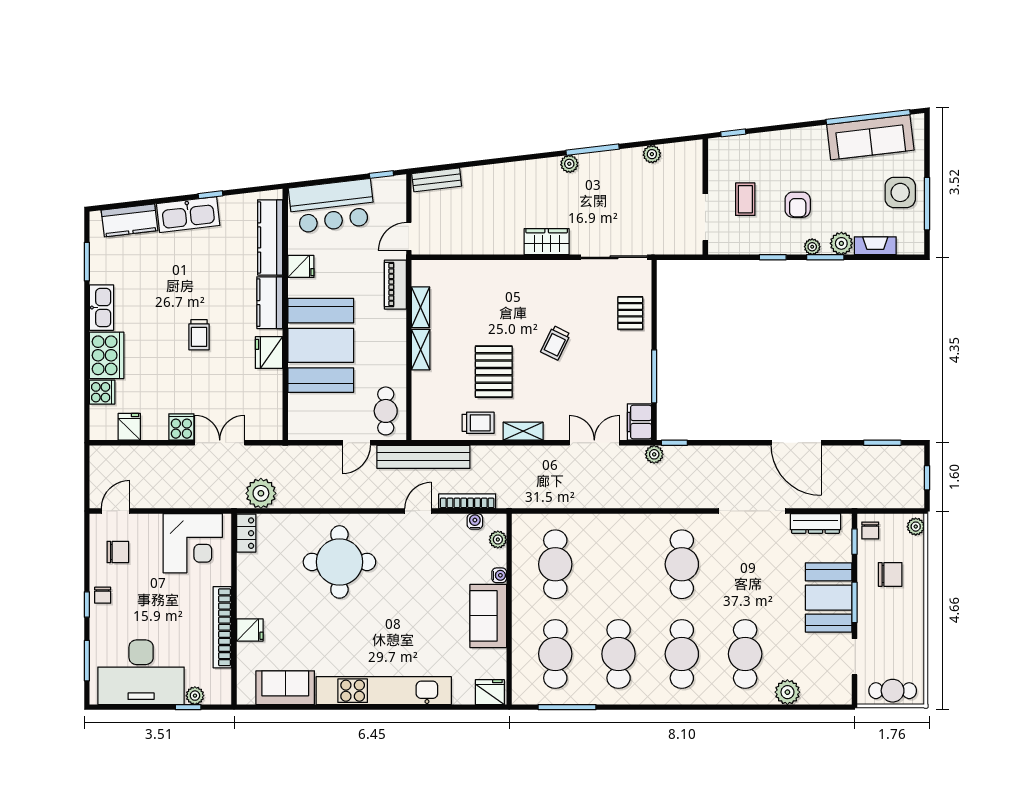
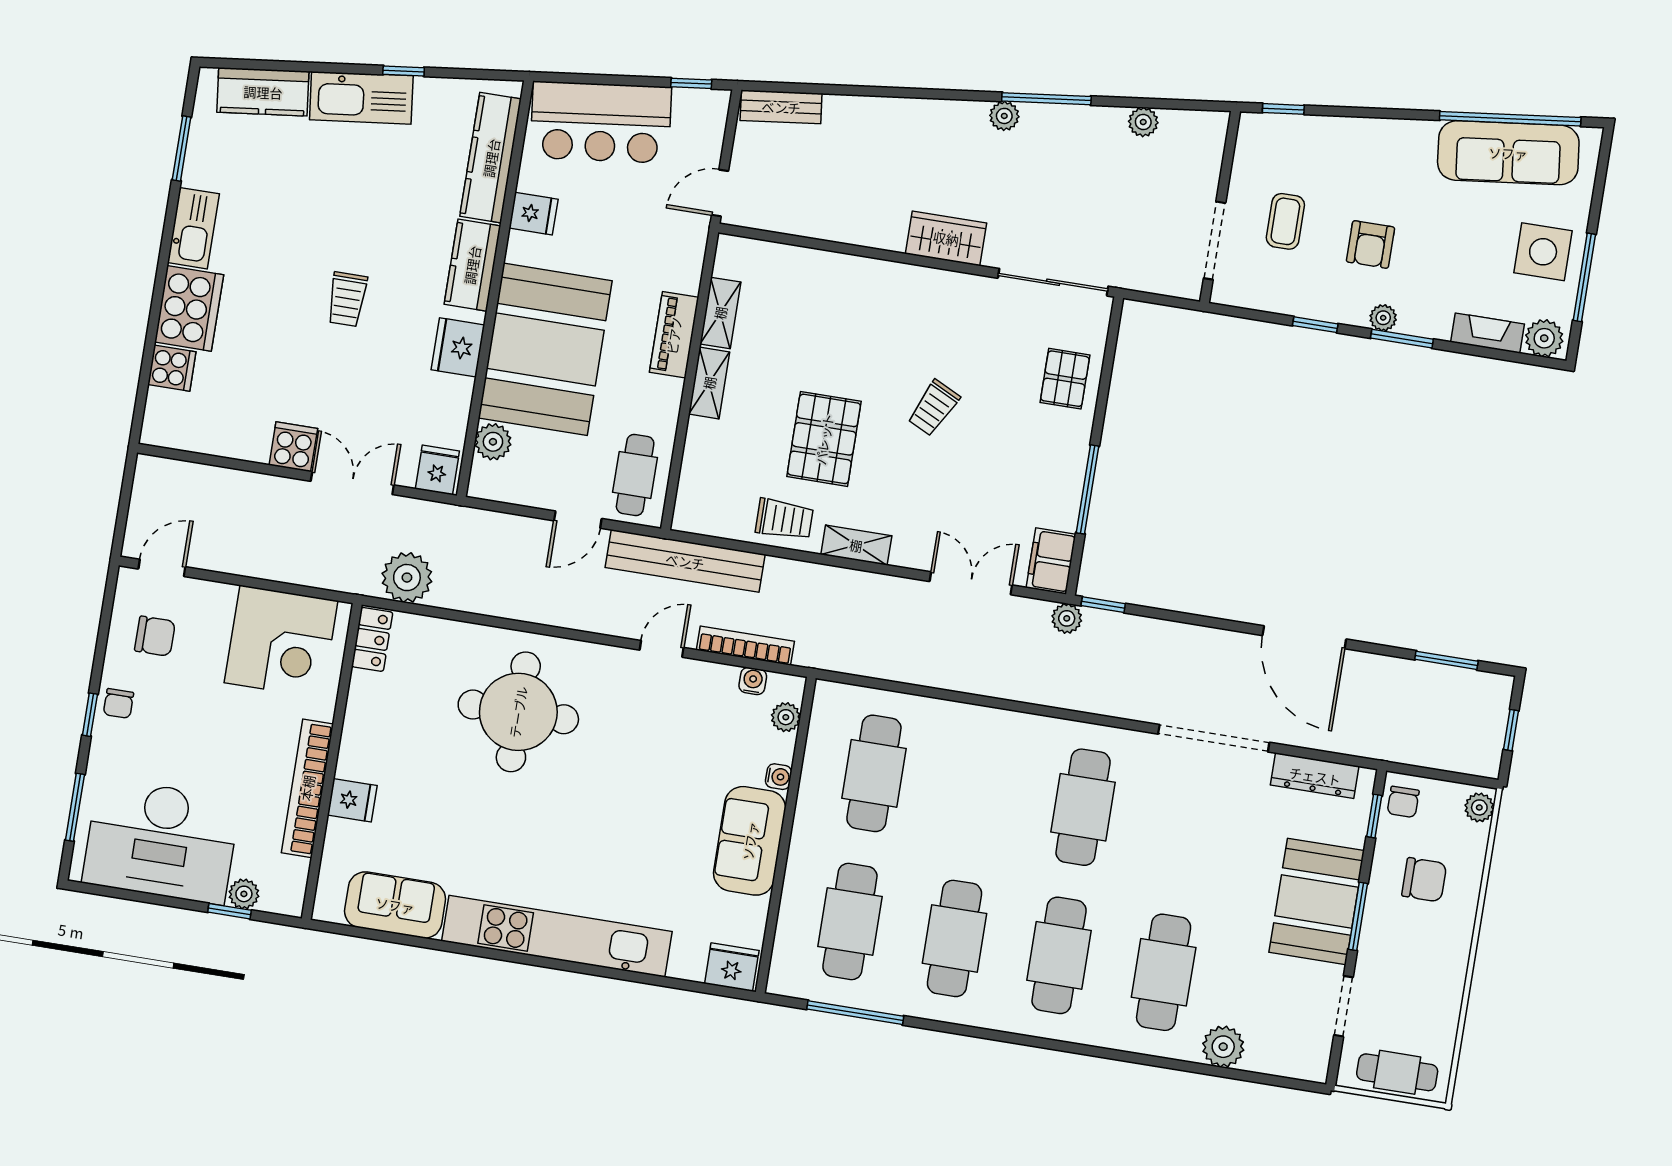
plant: (841, 243) -> (1544, 338), moved
piano: (395, 285) -> (674, 335), moved
plant: (299, 405) -> (493, 442), added
fridge: (129, 427) -> (437, 470), moved

